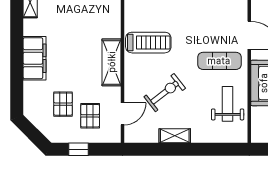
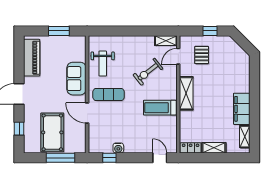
filing cabinet: (34, 58) -> (242, 109), moved
pallet: (63, 104) -> (221, 63), removed
shelving: (175, 136) -> (166, 41), moved

